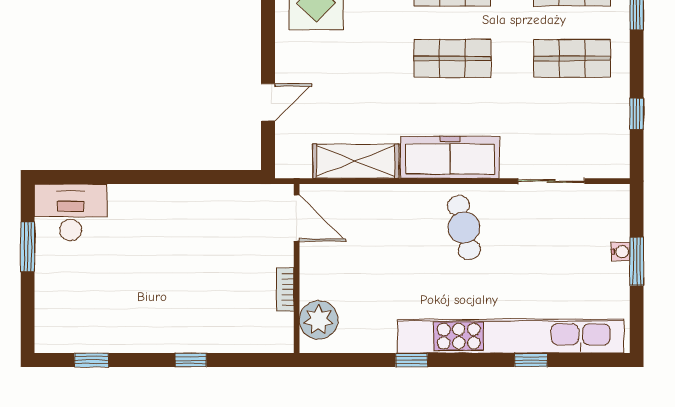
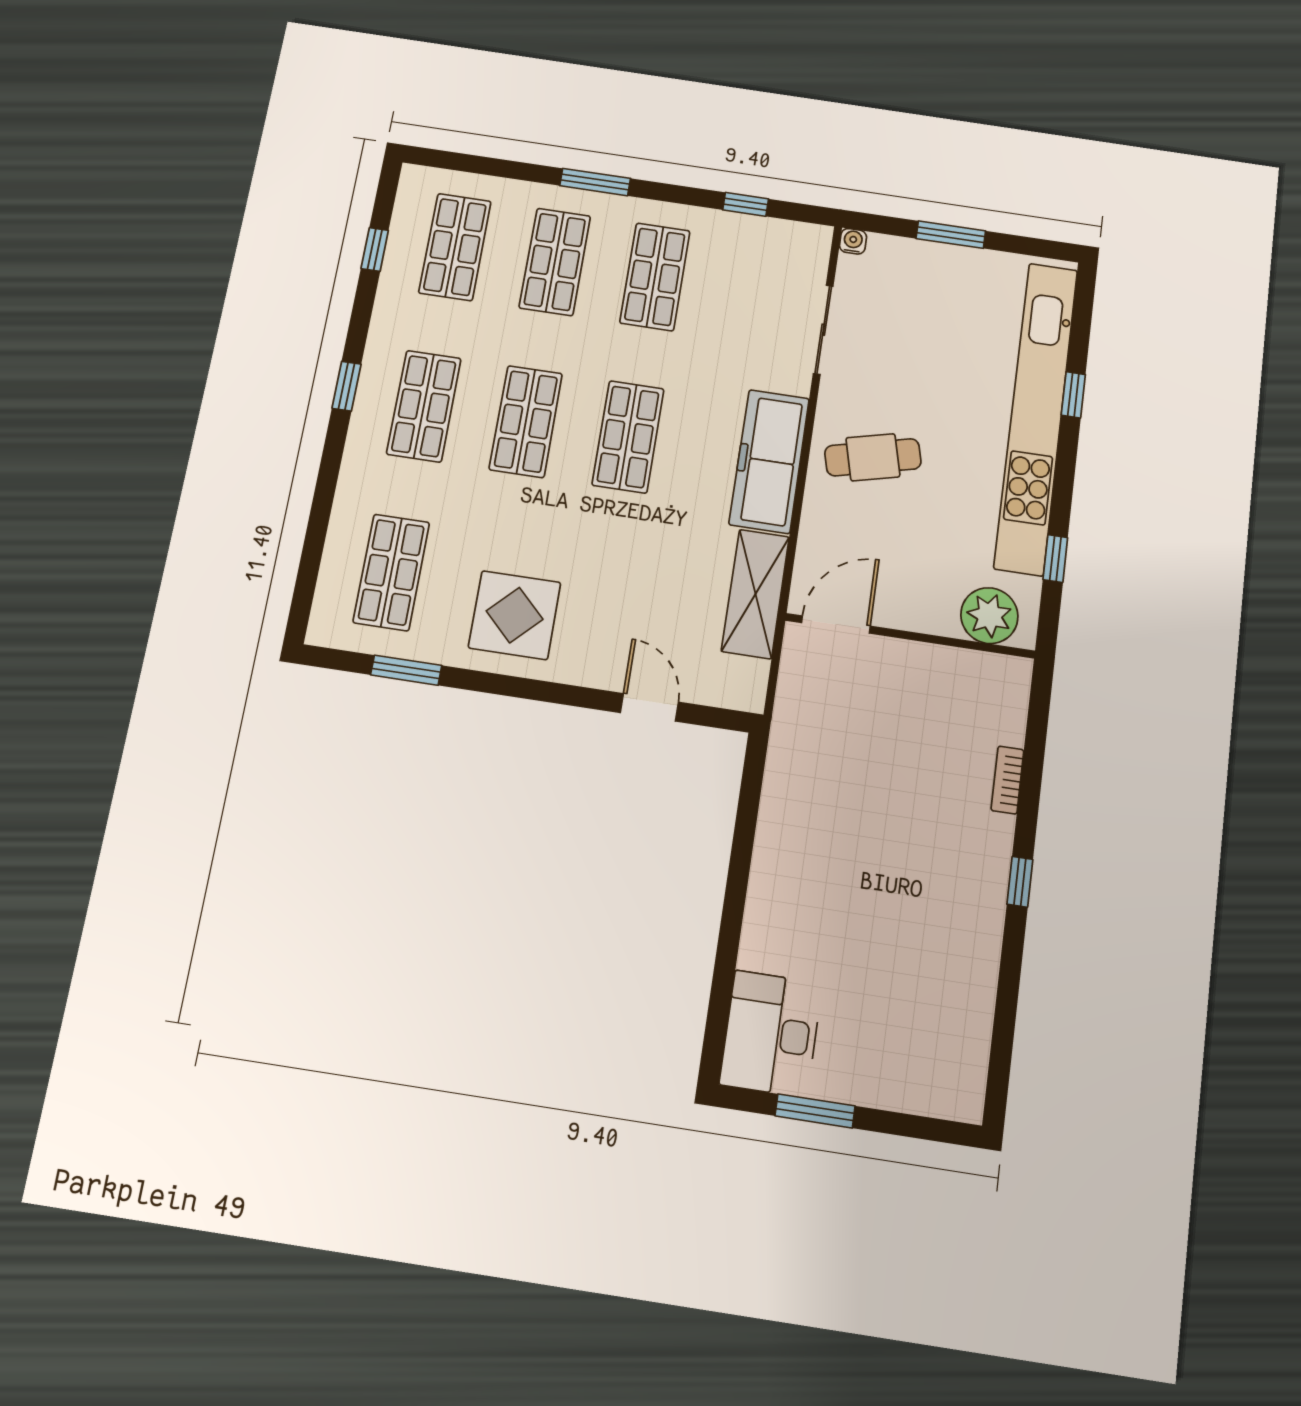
door: (297, 218) -> (836, 624), moved
water cooler: (621, 252) -> (853, 241), moved
wall: (297, 269) -> (910, 636), moved
bookcase: (285, 290) -> (1007, 780), moved, turned 90
plant: (319, 320) -> (989, 616), moved
window: (91, 360) -> (1003, 1036), removed

